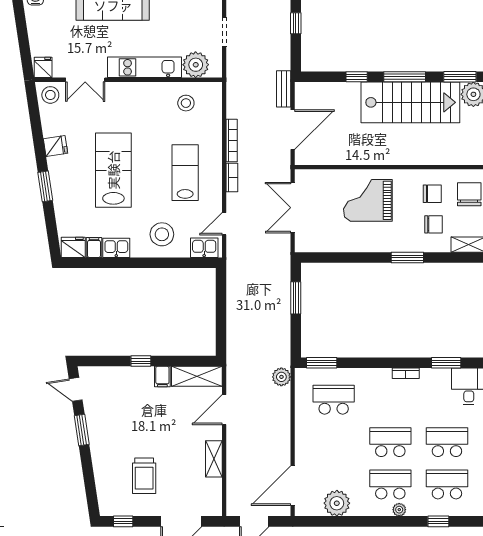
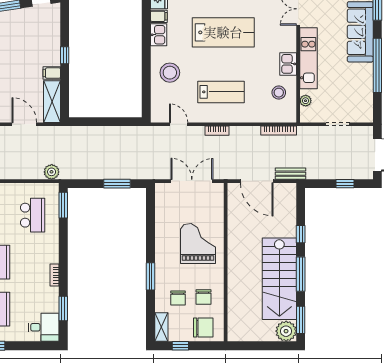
plant: (196, 65) -> (306, 101), width x0.53, depth x0.53
bookcase: (232, 140) -> (279, 131), moved
kitchen sink: (204, 248) -> (288, 64), moved, turned 180

